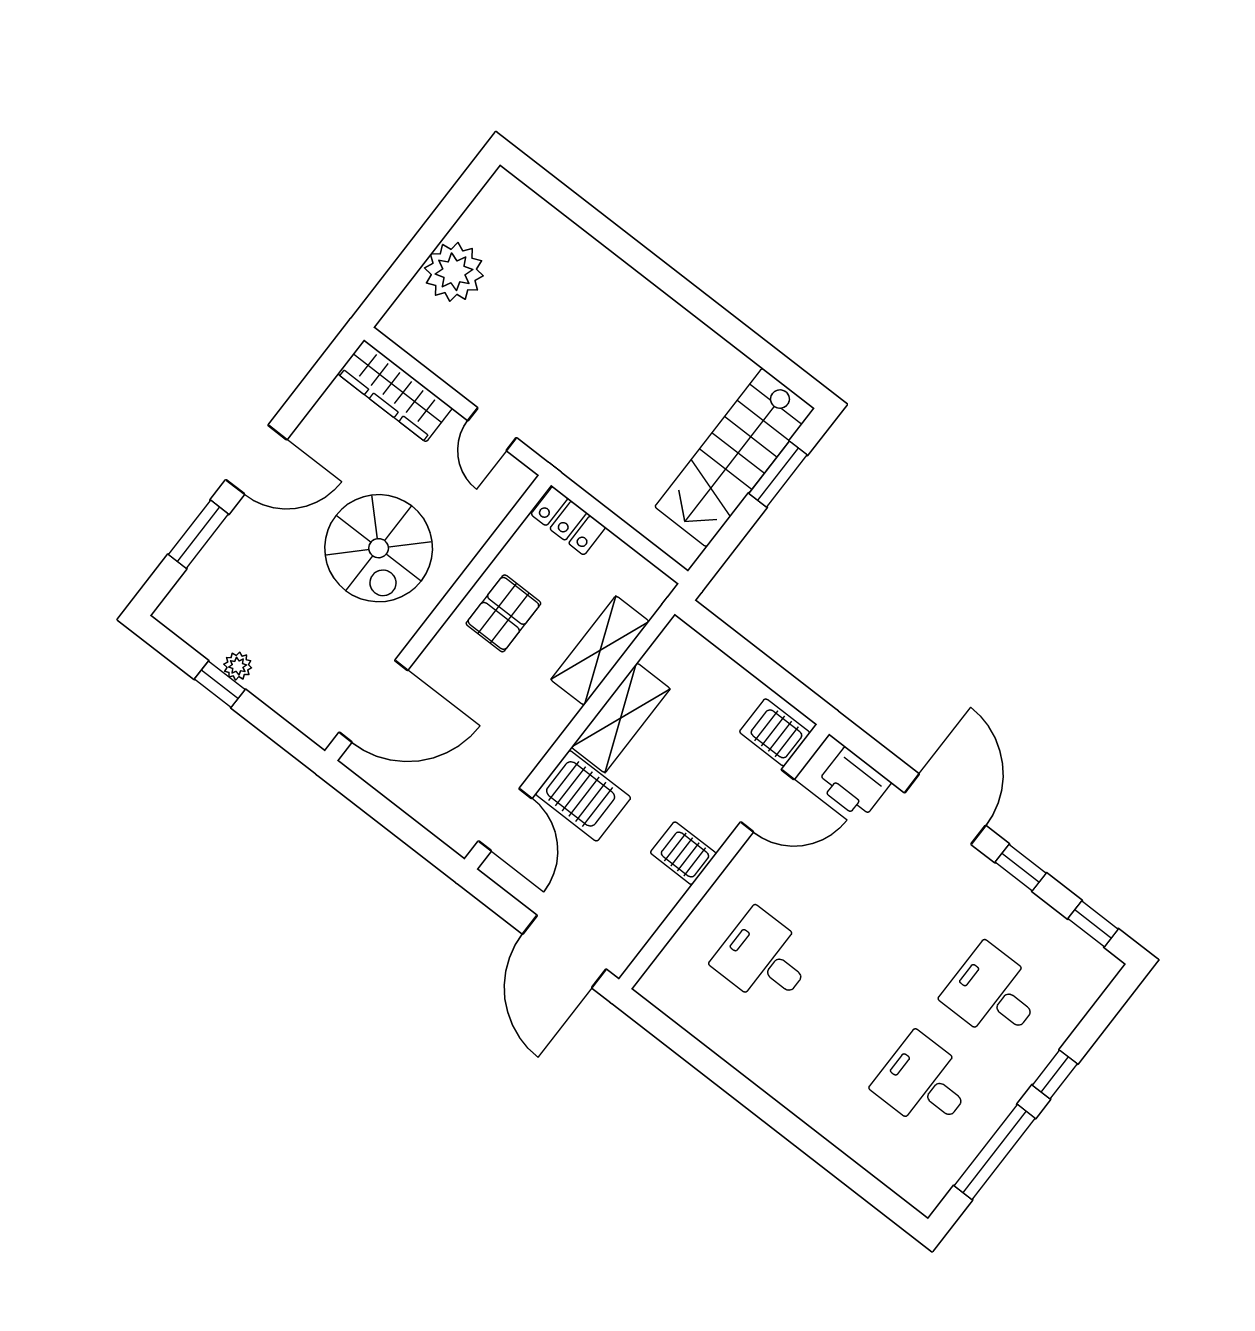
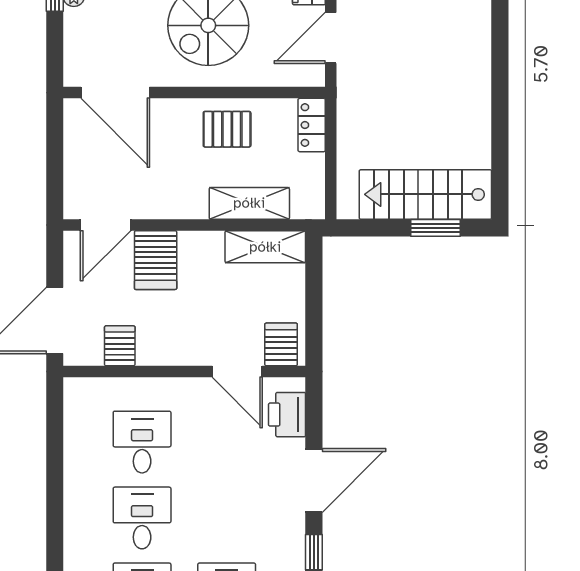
door: (492, 429) -> (331, 38), width x1.38
shelving: (621, 718) -> (265, 247), moved
server rack: (683, 853) -> (120, 346), moved
desk: (844, 1021) -> (142, 518), added

